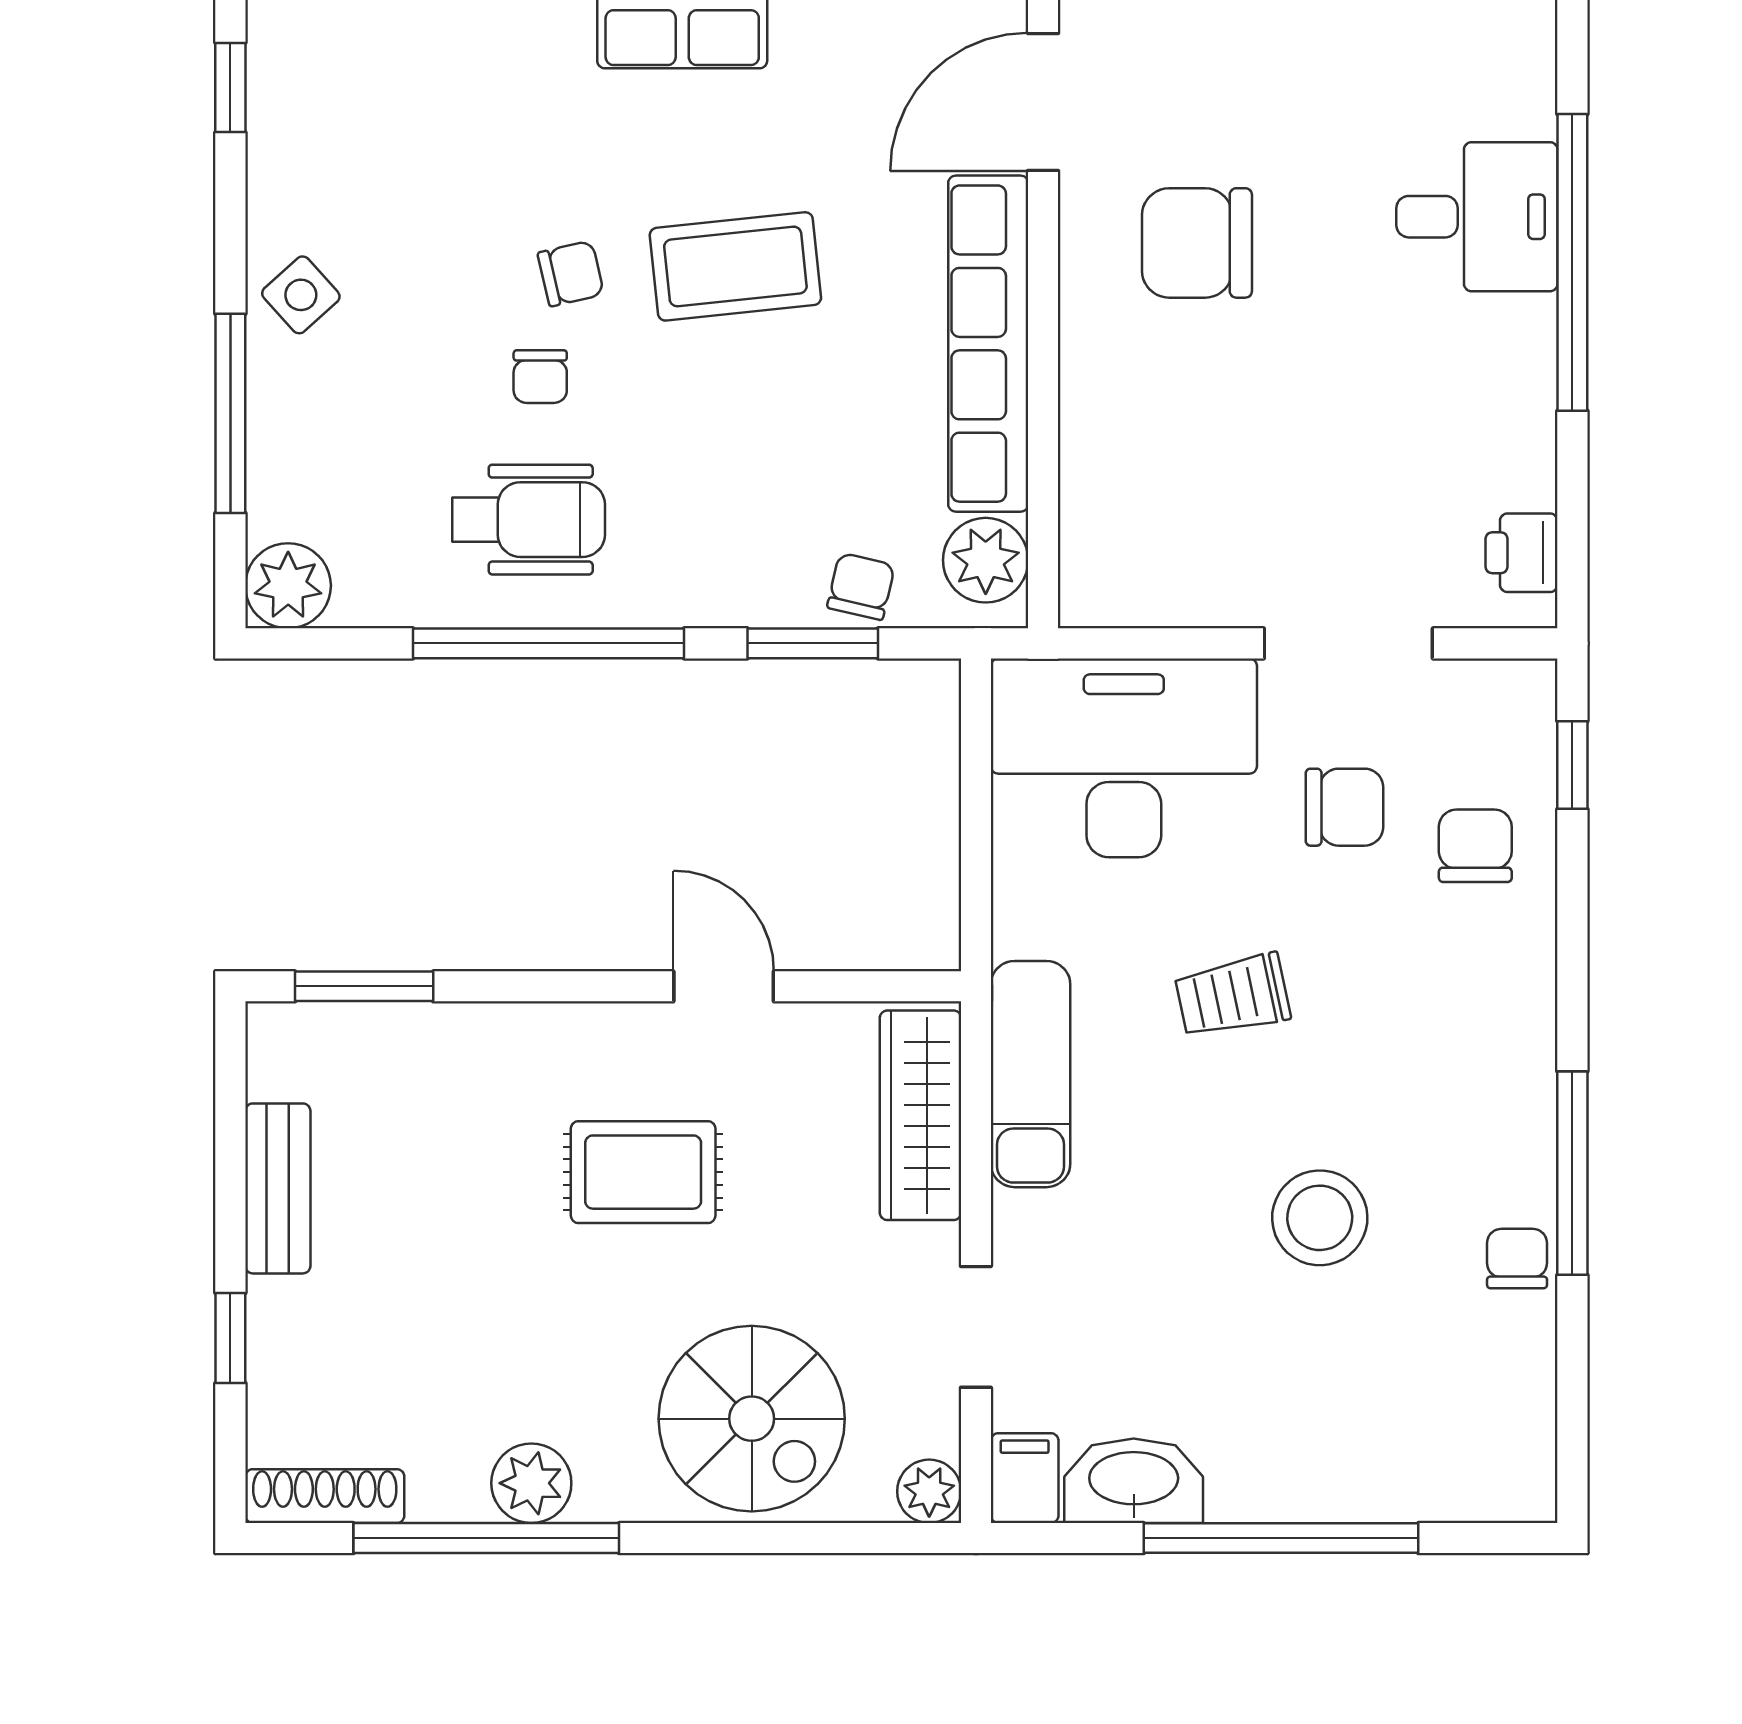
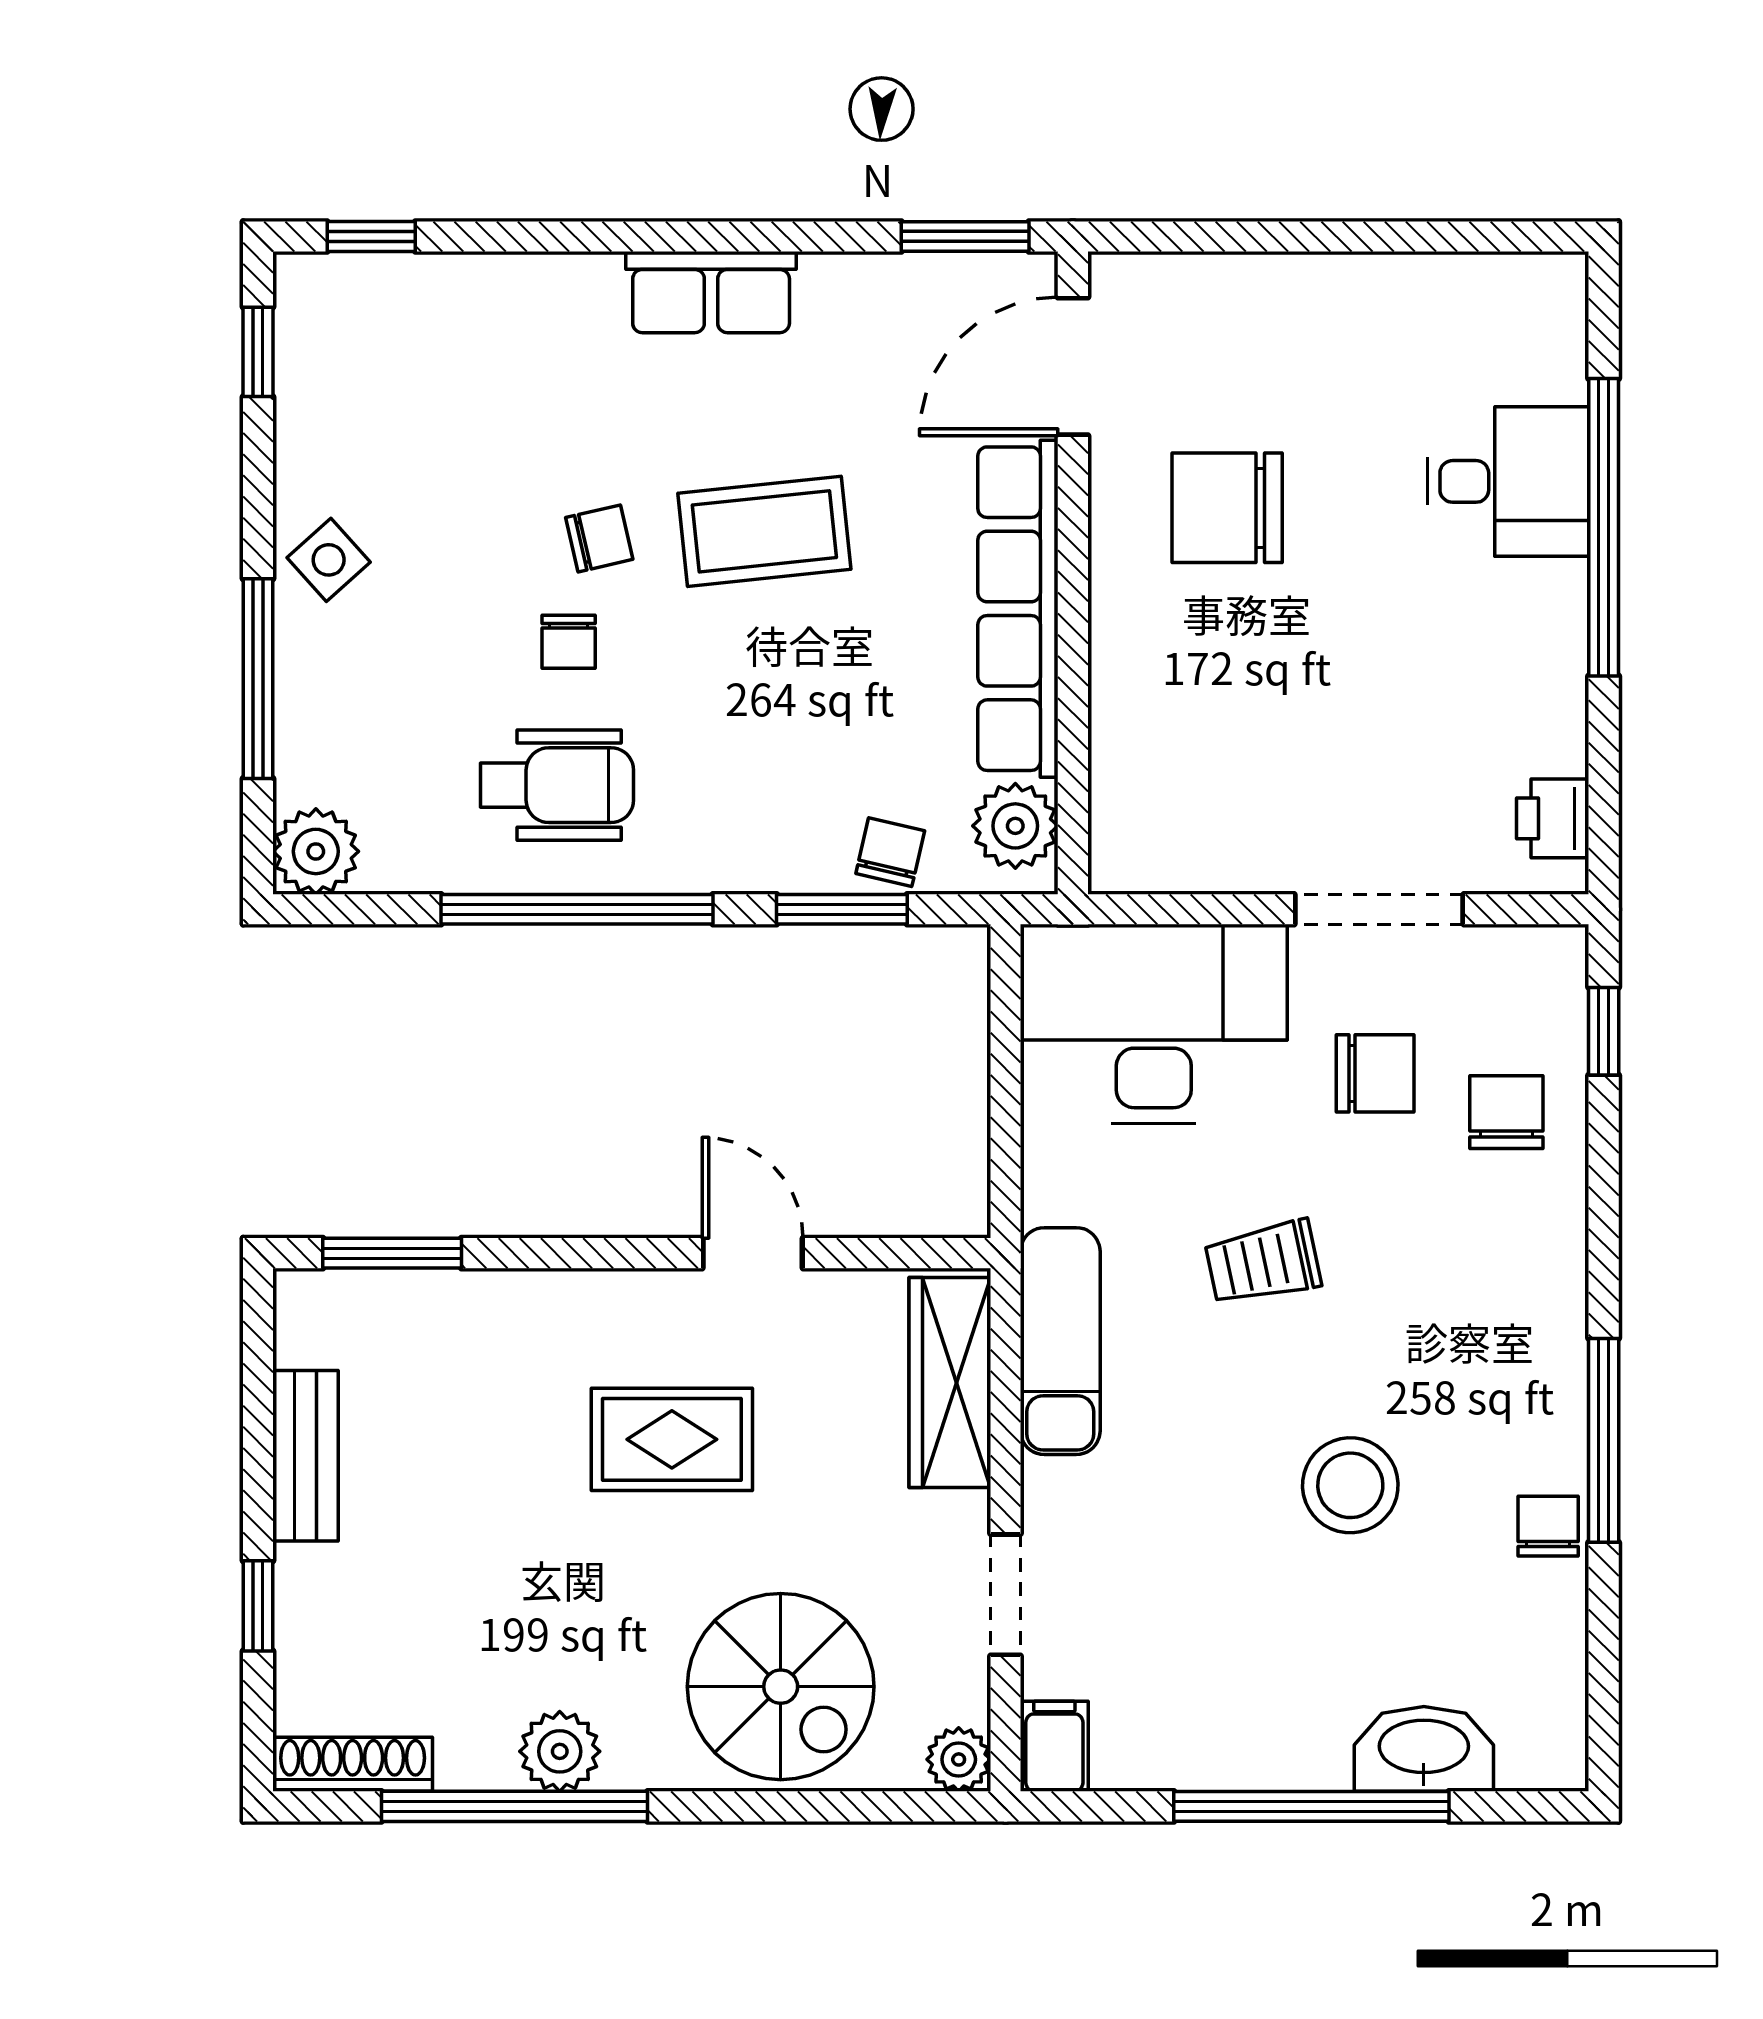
washbasin: (1134, 1481) -> (1424, 1749), moved

